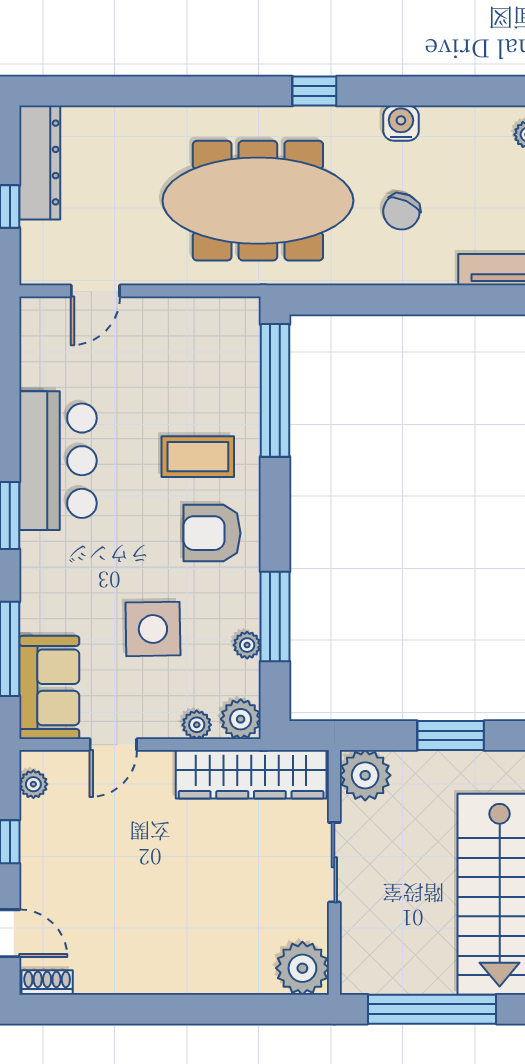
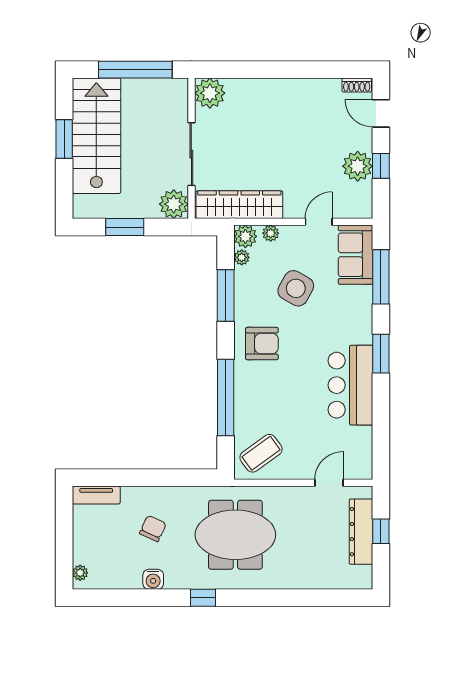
dresser: (40, 162) -> (361, 532), moved
meeting table: (258, 201) -> (235, 535), width x0.73
window: (275, 390) -> (226, 397), moved
coffee table: (198, 457) -> (261, 453), moved, turned -36
side table: (153, 629) -> (296, 288), turned 30
plant: (247, 645) -> (242, 257), moved
plant: (33, 784) -> (358, 166), moved, width x1.88, depth x1.88
sliding door: (334, 862) -> (191, 154), width x1.37

